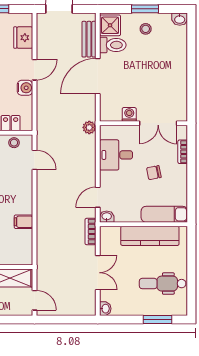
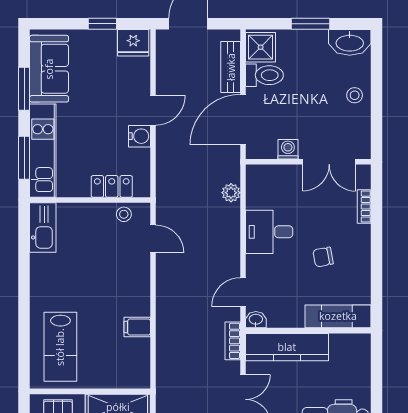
washbasin: (180, 19) -> (350, 42), width x1.91, depth x1.45
stool: (146, 29) -> (355, 95), moved
fridge: (23, 38) -> (133, 43), moved, turned -90
washing machine: (129, 114) -> (288, 149), moved
wall: (144, 123) -> (308, 162), moved
double door: (158, 123) -> (329, 162), moved
bookcase: (183, 152) -> (364, 207), moved
kitchen counter: (150, 236) -> (287, 347), moved

